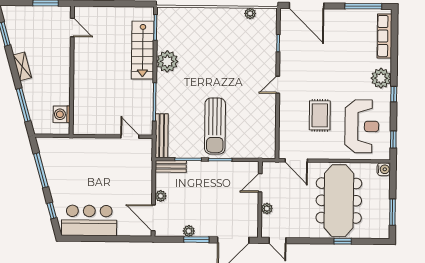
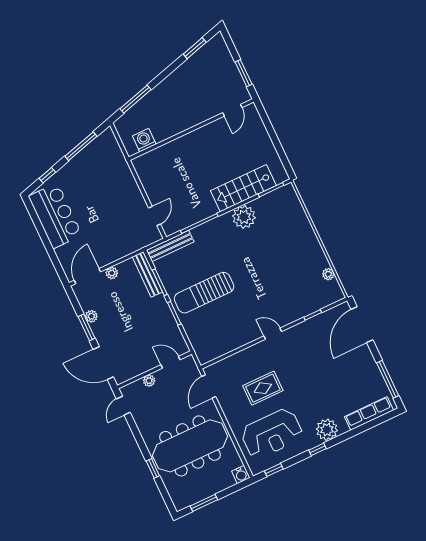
shelving: (22, 66) -> (172, 80), removed
bench: (171, 166) -> (147, 274), width x1.36

